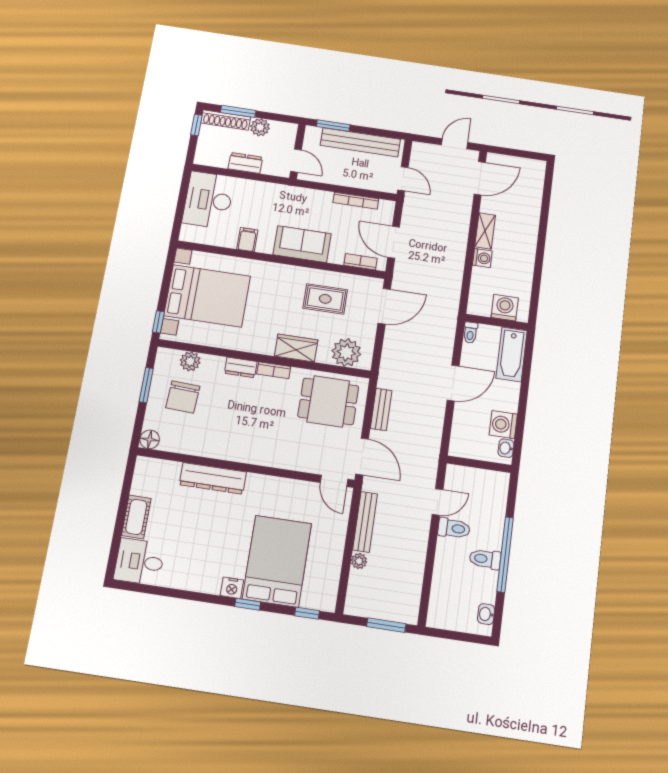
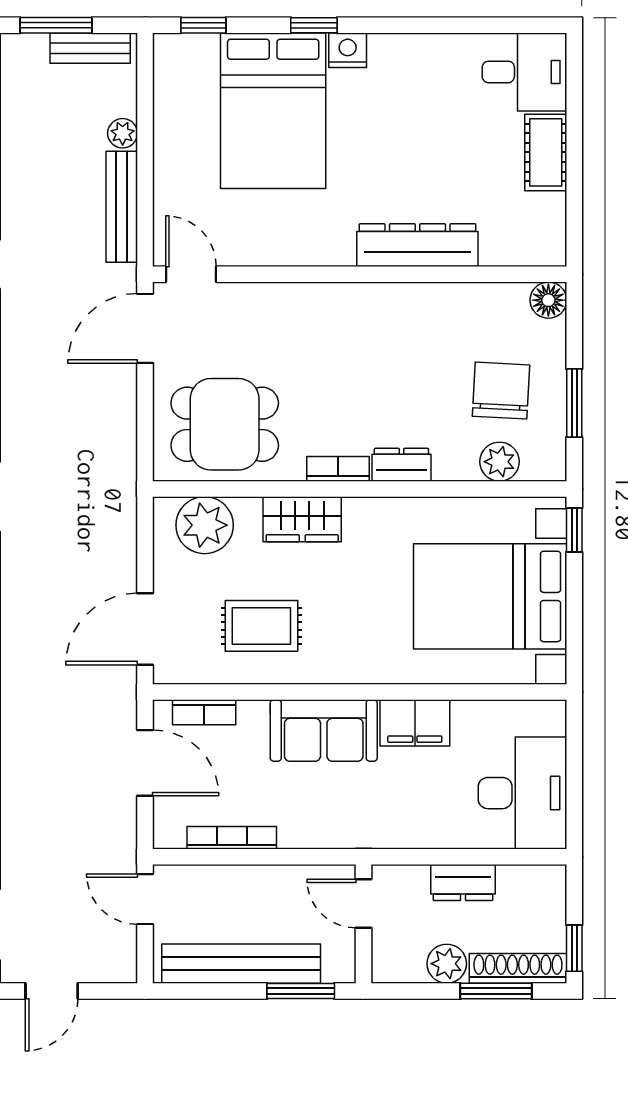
filing cabinet: (247, 240) -> (415, 723), width x2.00
bench: (381, 409) -> (90, 48), moved, turned 90
door: (362, 457) -> (145, 328), hinge flipped

